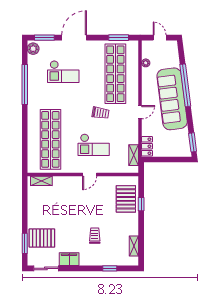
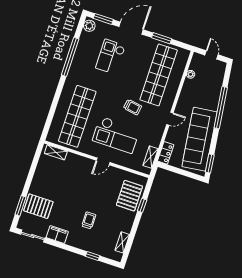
window: (119, 38) -> (162, 38), moved
checkout: (63, 72) -> (110, 57), turned 90
sofa: (172, 99) -> (200, 139), moved
checkout: (94, 145) -> (116, 135), width x1.36, depth x1.21

